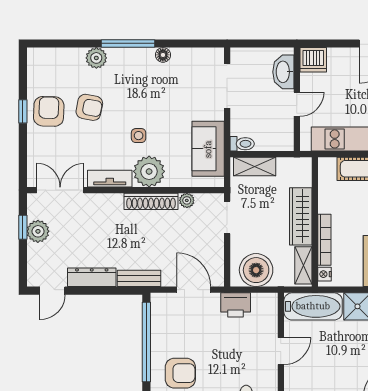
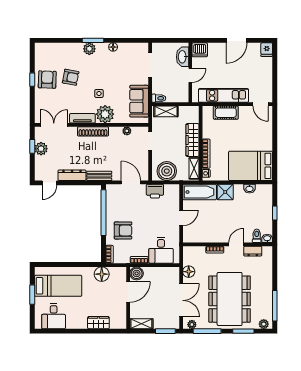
window: (128, 43) -> (93, 40), width x0.69
plant: (96, 58) -> (89, 49), moved
shoe rack: (151, 201) -> (93, 131), moved

